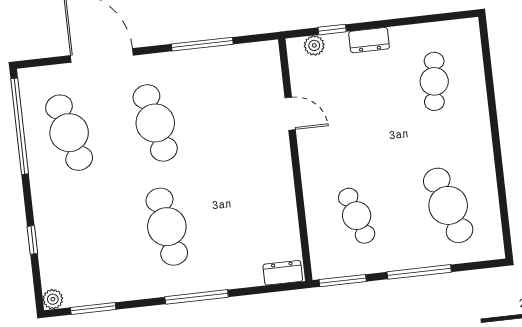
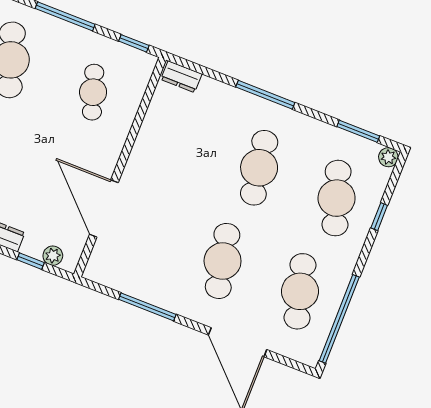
door: (290, 114) -> (104, 208), width x1.87
cafe table: (81, 236) -> (337, 198), added
window: (343, 281) -> (134, 43), width x0.67

